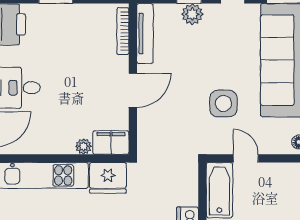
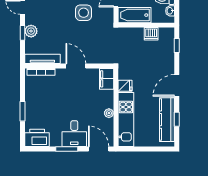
plant: (83, 146) -> (109, 113), moved
fridge: (108, 178) -> (125, 86), width x0.53, depth x0.75

